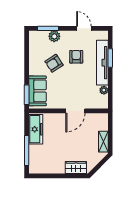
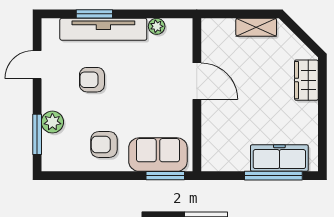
armchair: (54, 63) -> (104, 145), moved, turned 123
freezer: (36, 129) -> (279, 158), moved

